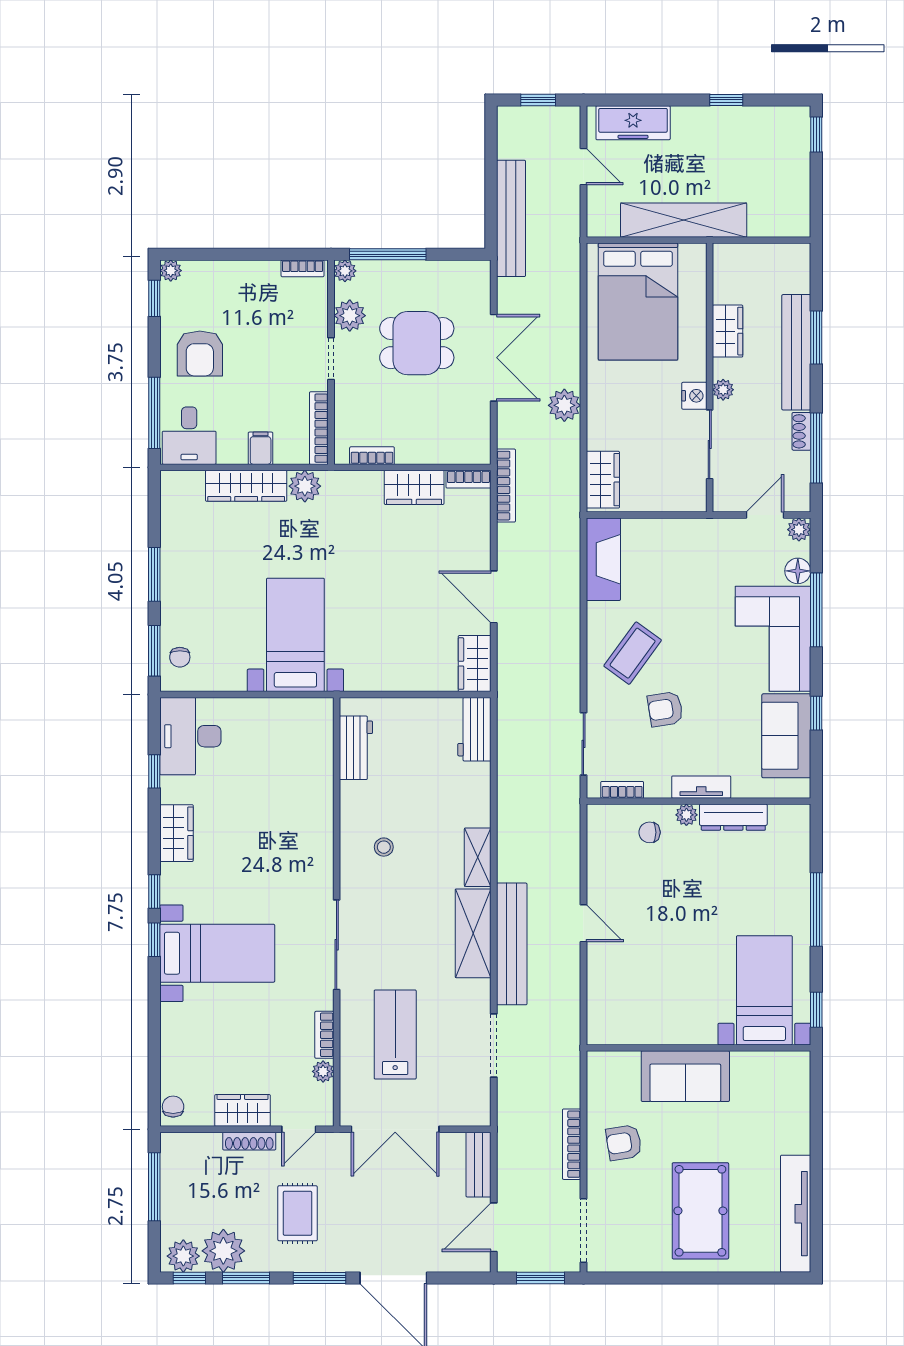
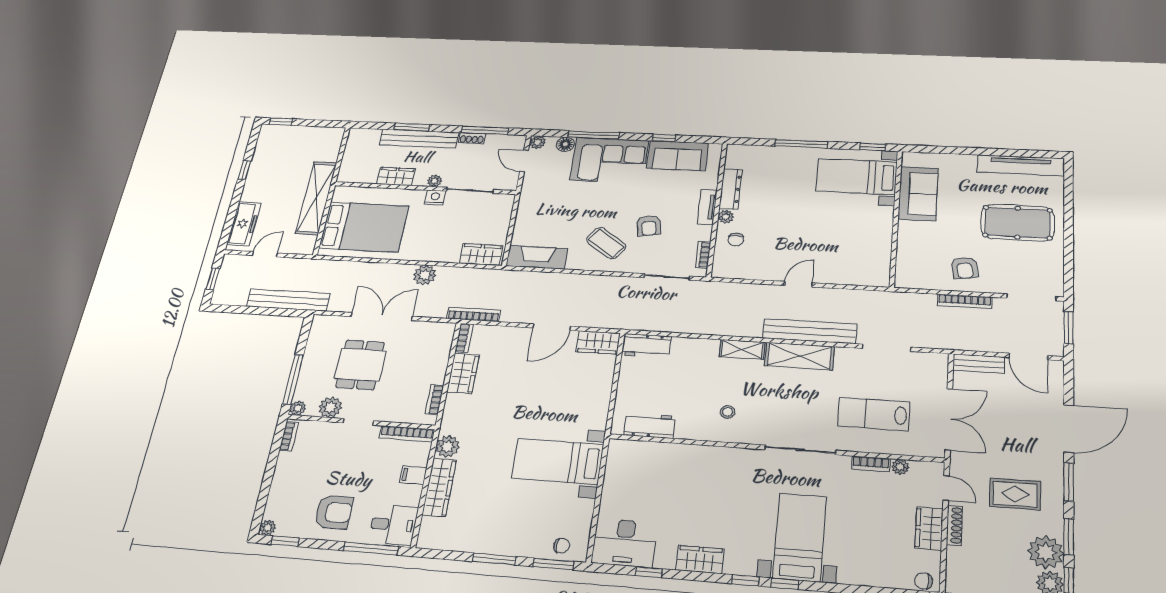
sofa: (685, 1076) -> (918, 194), moved

